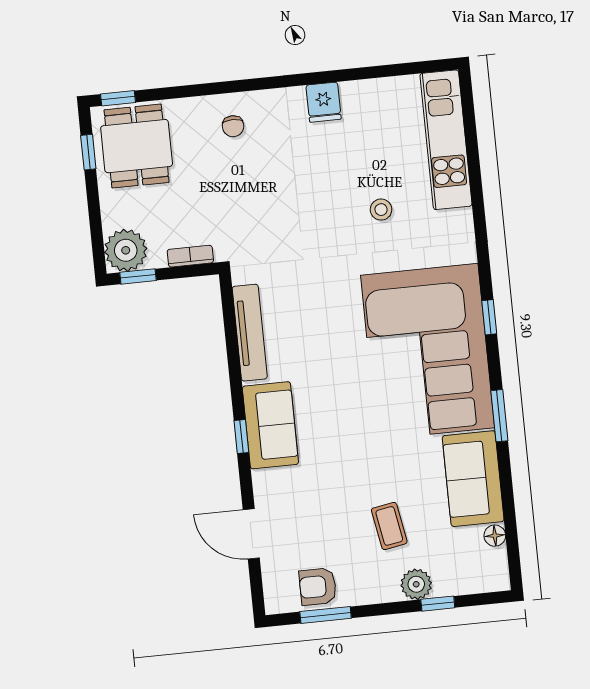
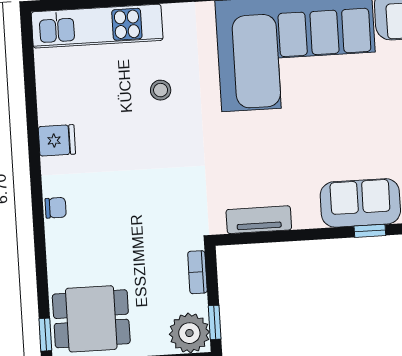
chair: (233, 126) -> (56, 208), moved
tv unit: (250, 333) -> (259, 220), width x0.71

